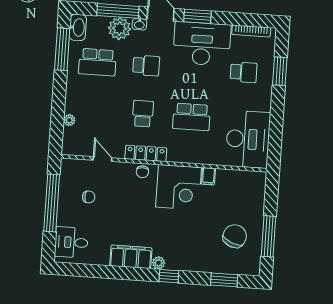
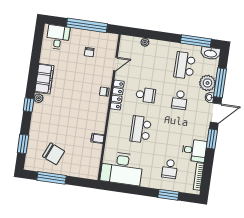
desk: (202, 44) -> (194, 150), width x0.53, depth x0.77
corner desk: (179, 187) -> (91, 117), removed

